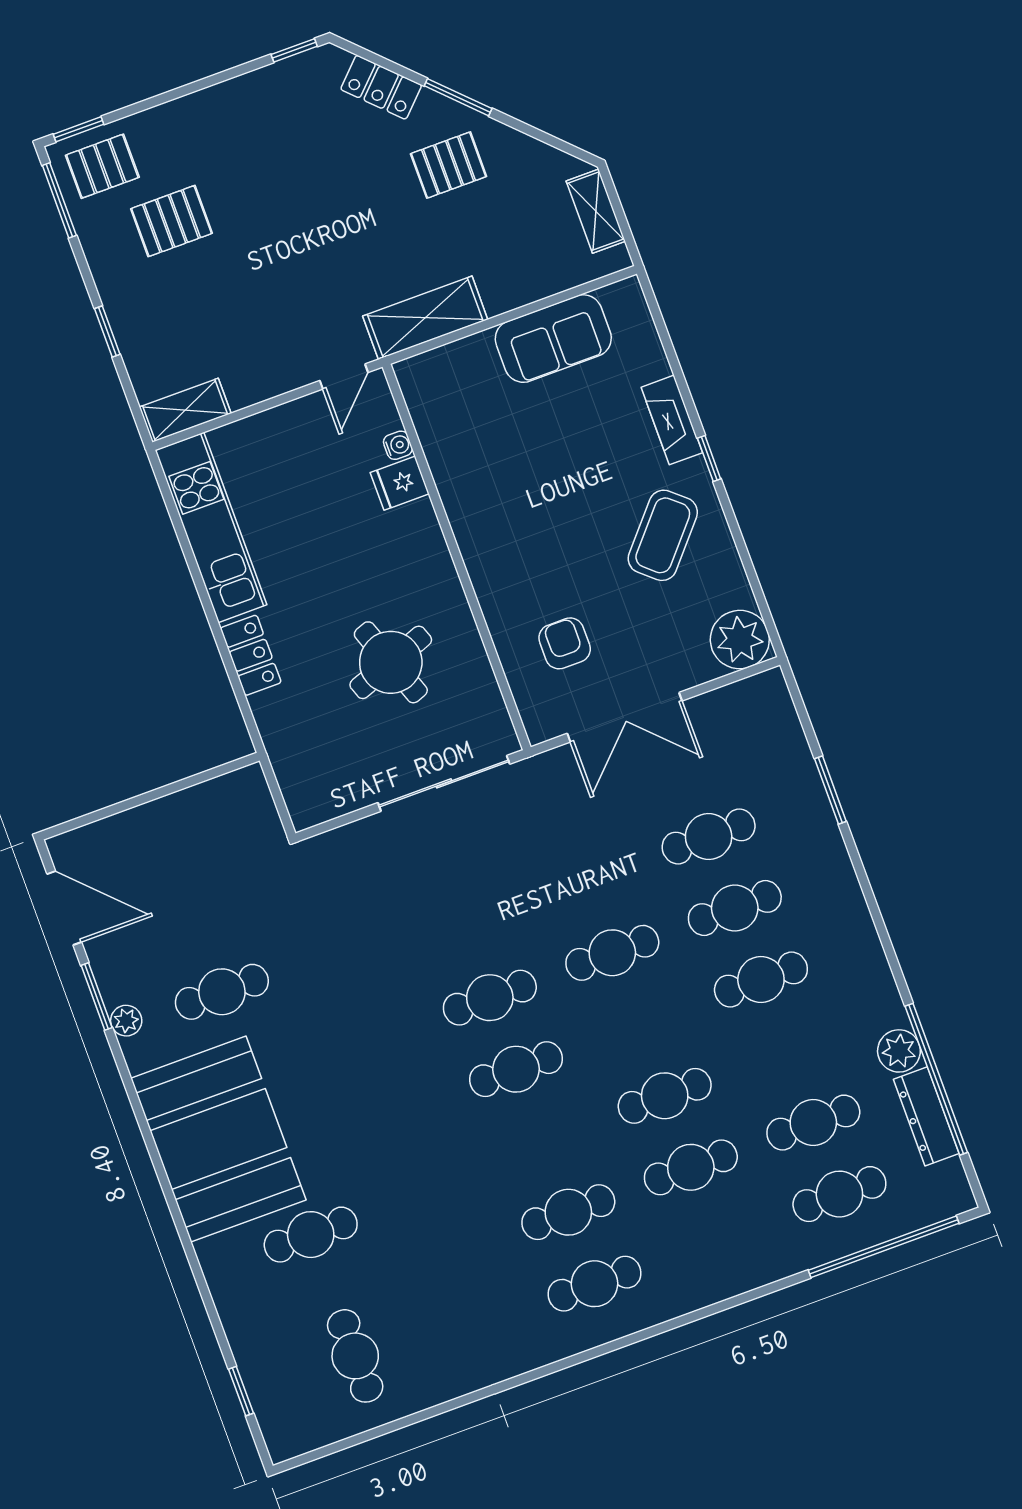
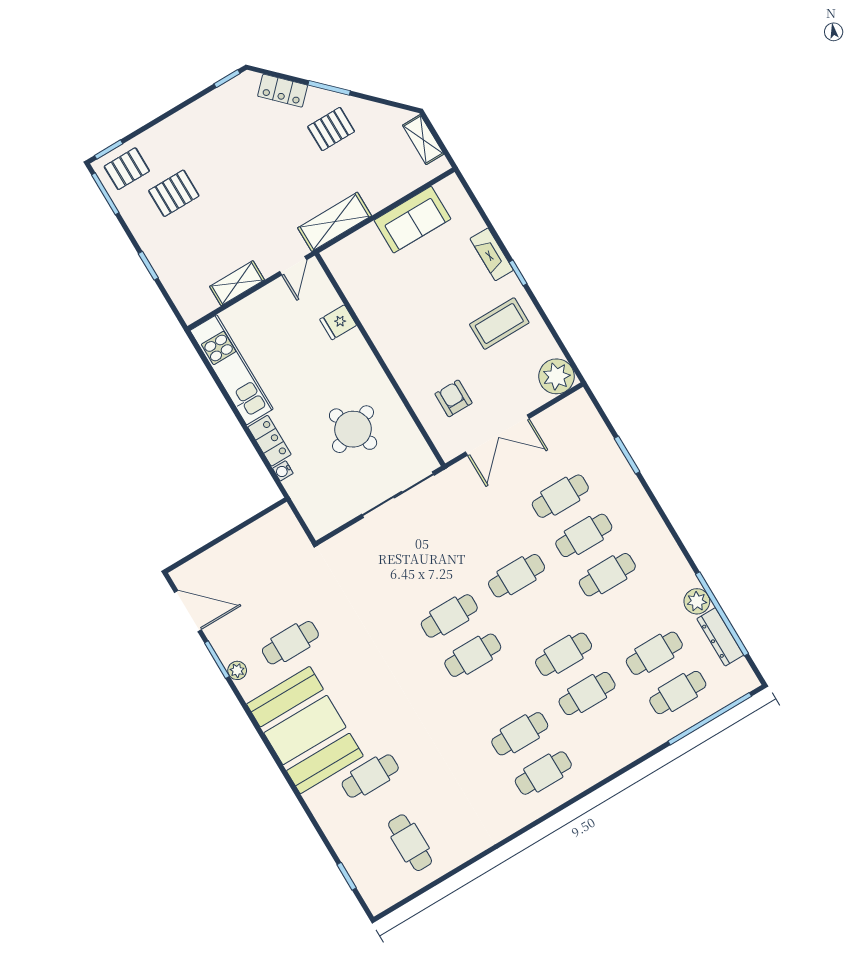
shelving: (185, 410) -> (237, 283), moved
water cooler: (398, 445) -> (283, 471), moved, turned 180
coffee table: (663, 535) -> (499, 324), turned 49

